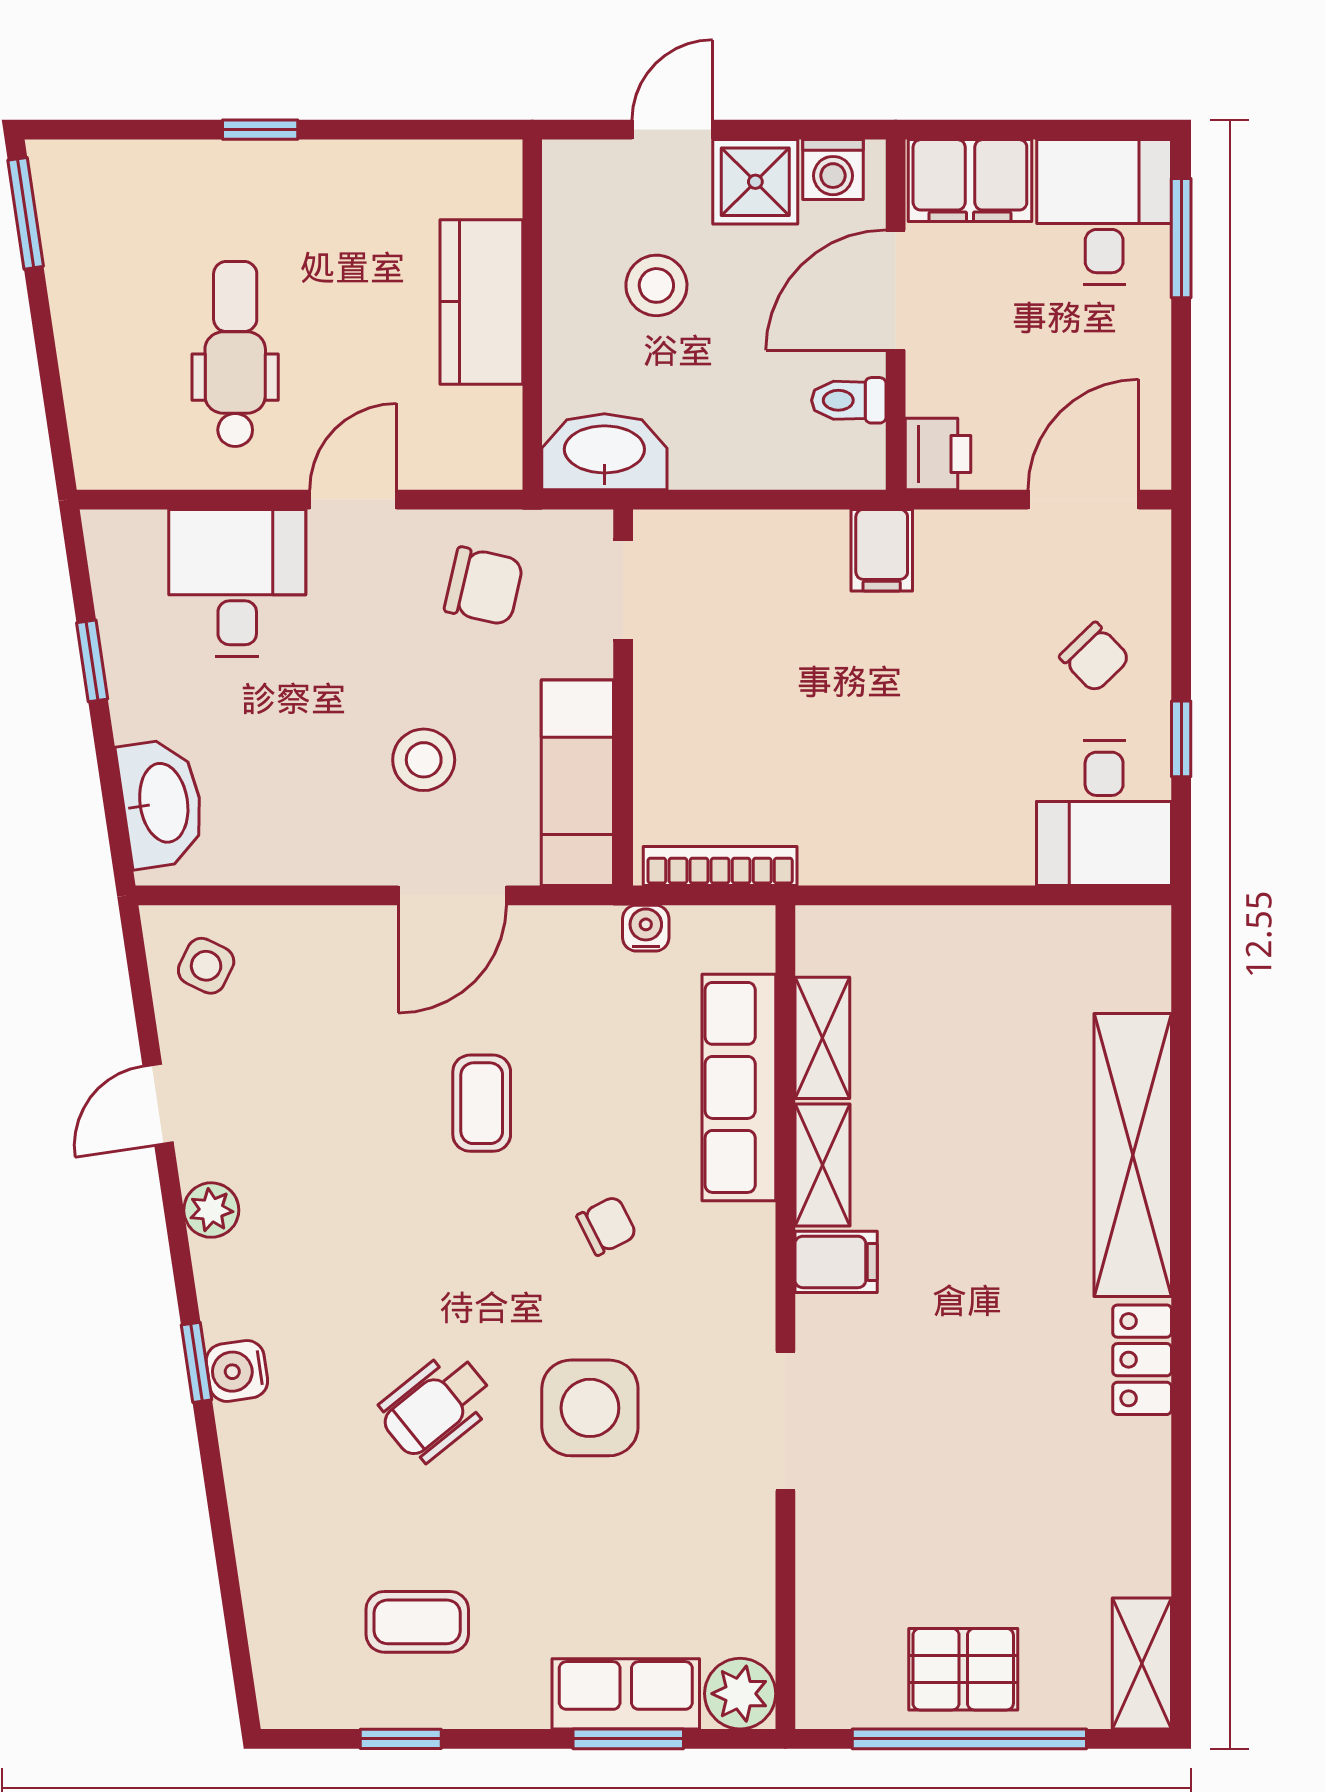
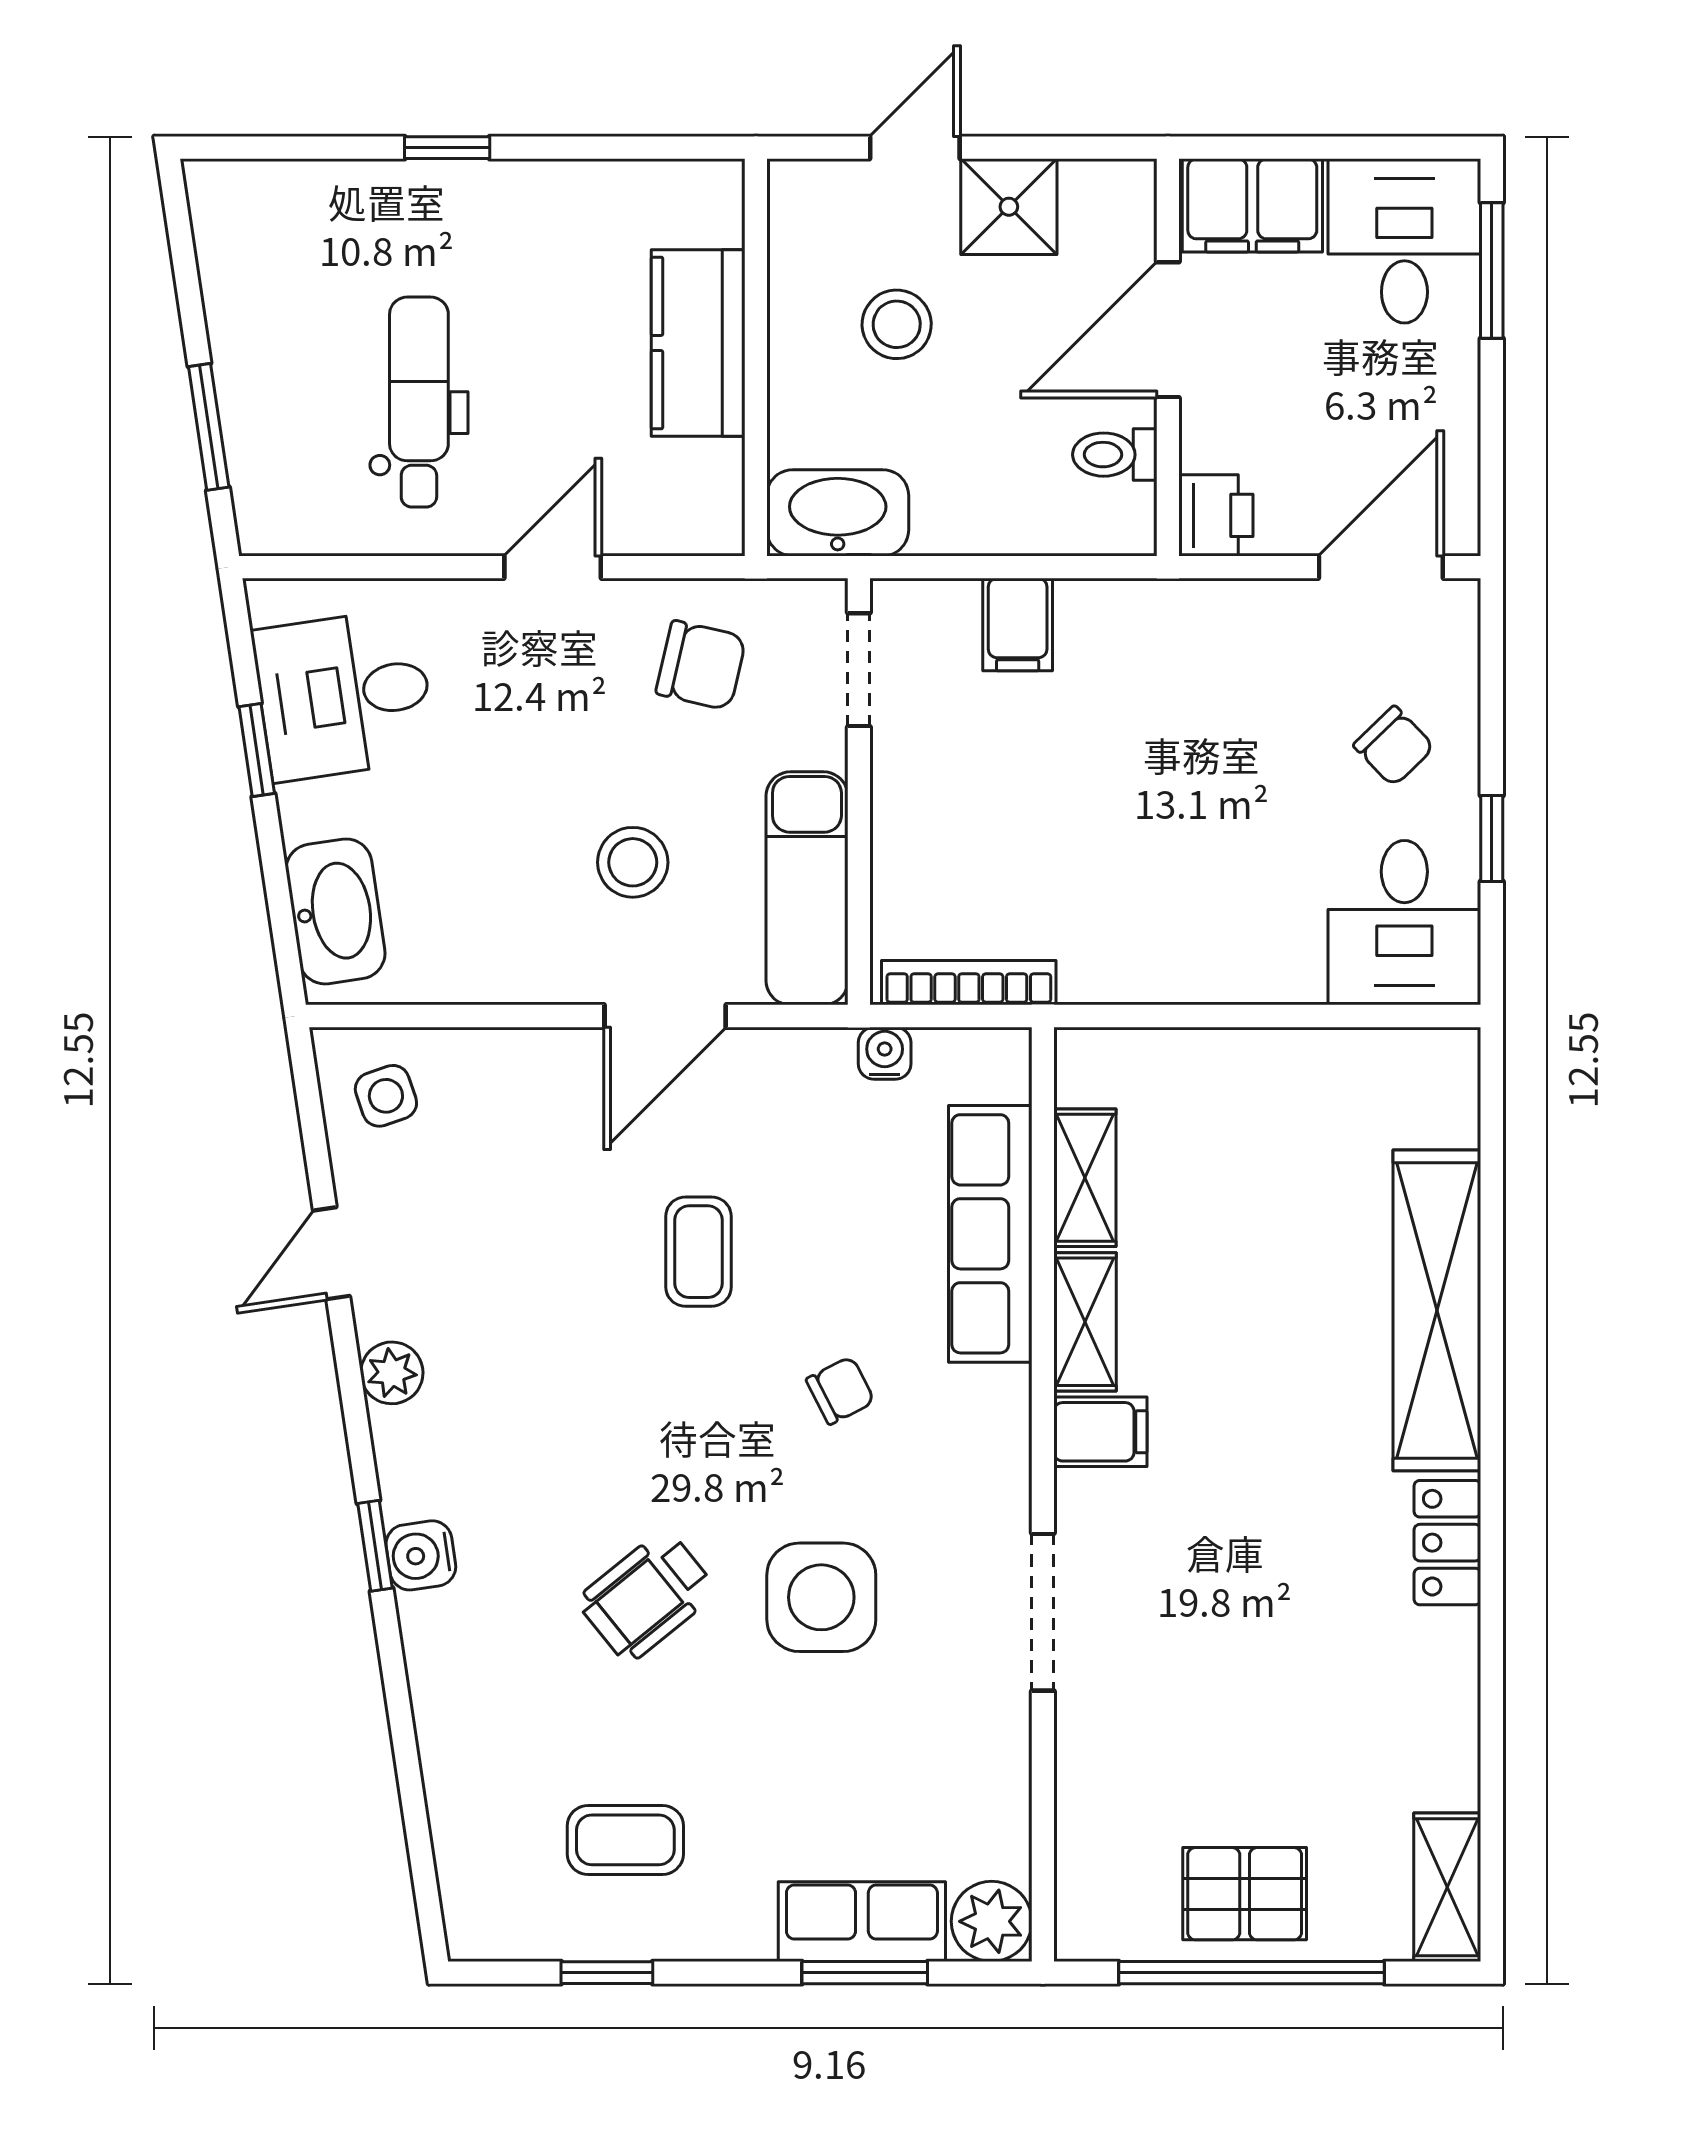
washing machine: (833, 170) -> (1097, 193), removed
window: (26, 213) -> (209, 427), moved
filing cabinet: (882, 550) -> (1018, 625), moved
desk: (237, 583) -> (344, 695), moved, turned -98
side table: (206, 966) -> (386, 1096), turned 45

